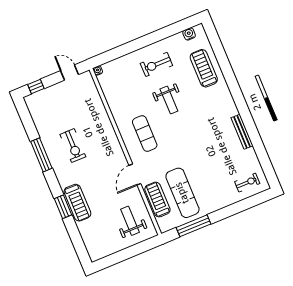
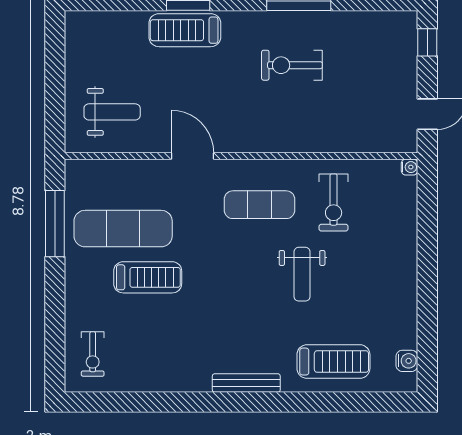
exercise bike: (156, 64) -> (334, 202), moved, turned 180
weight bench: (169, 100) -> (302, 274), turned -90
bench: (242, 132) -> (246, 383), moved
treadmill: (157, 200) -> (148, 277), moved

